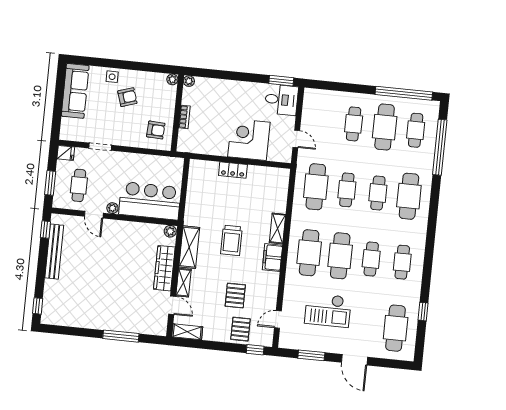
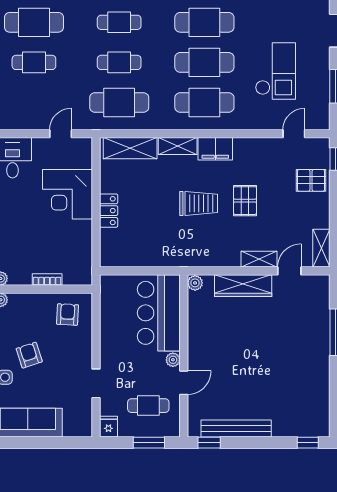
shelving: (189, 247) -> (130, 148), moved
cafe table: (371, 259) -> (204, 22), width x1.37, depth x1.35
pallet: (235, 296) -> (245, 201), moved, turned 90
door: (278, 319) -> (294, 134), swing flipped

